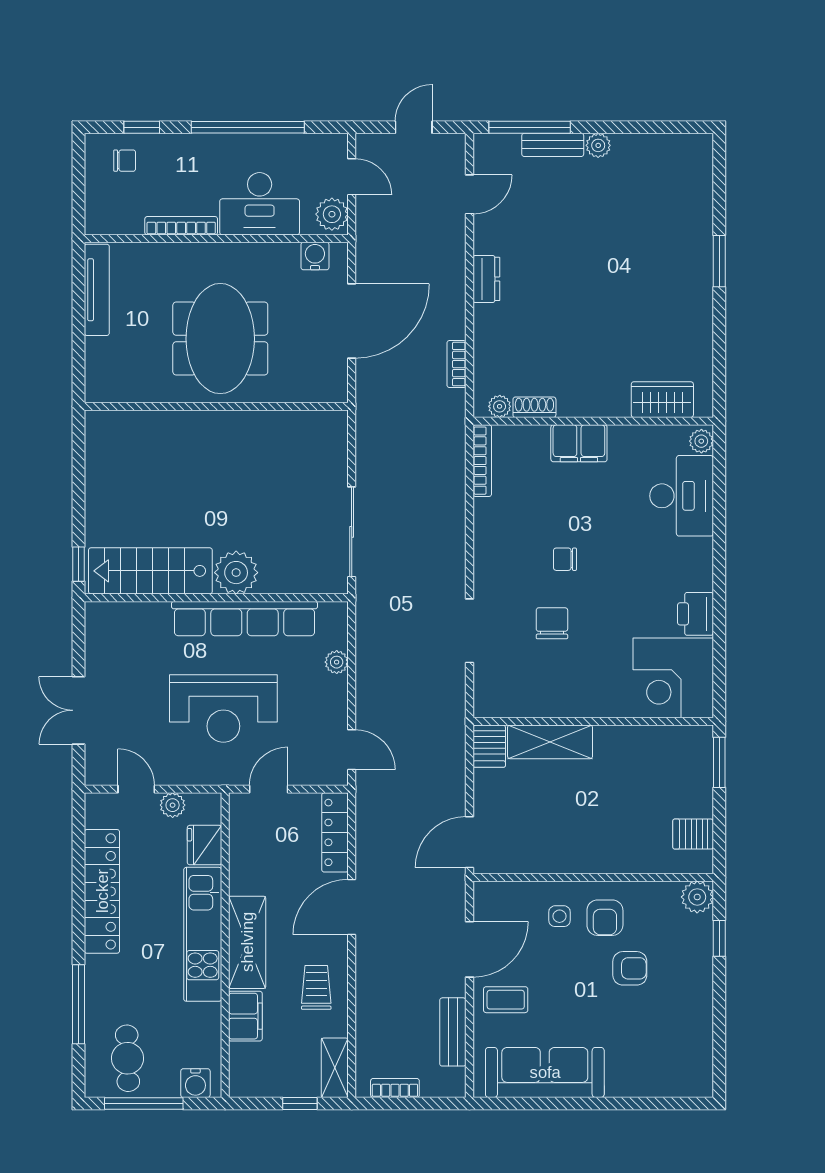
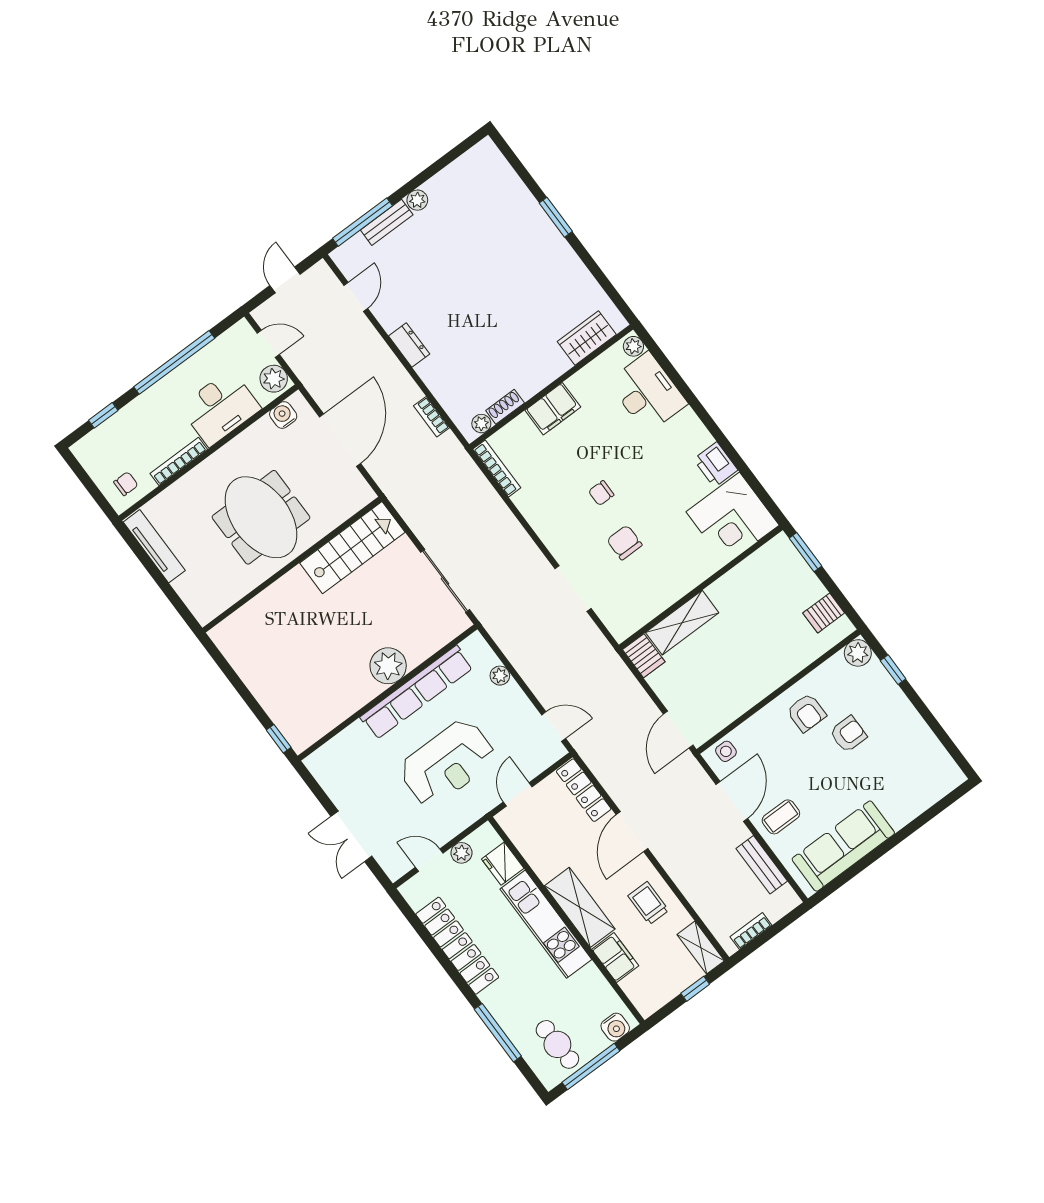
chair: (125, 161) -> (126, 484), moved
stairs: (150, 571) -> (352, 548), moved, turned 180
side table: (559, 916) -> (726, 751), moved

